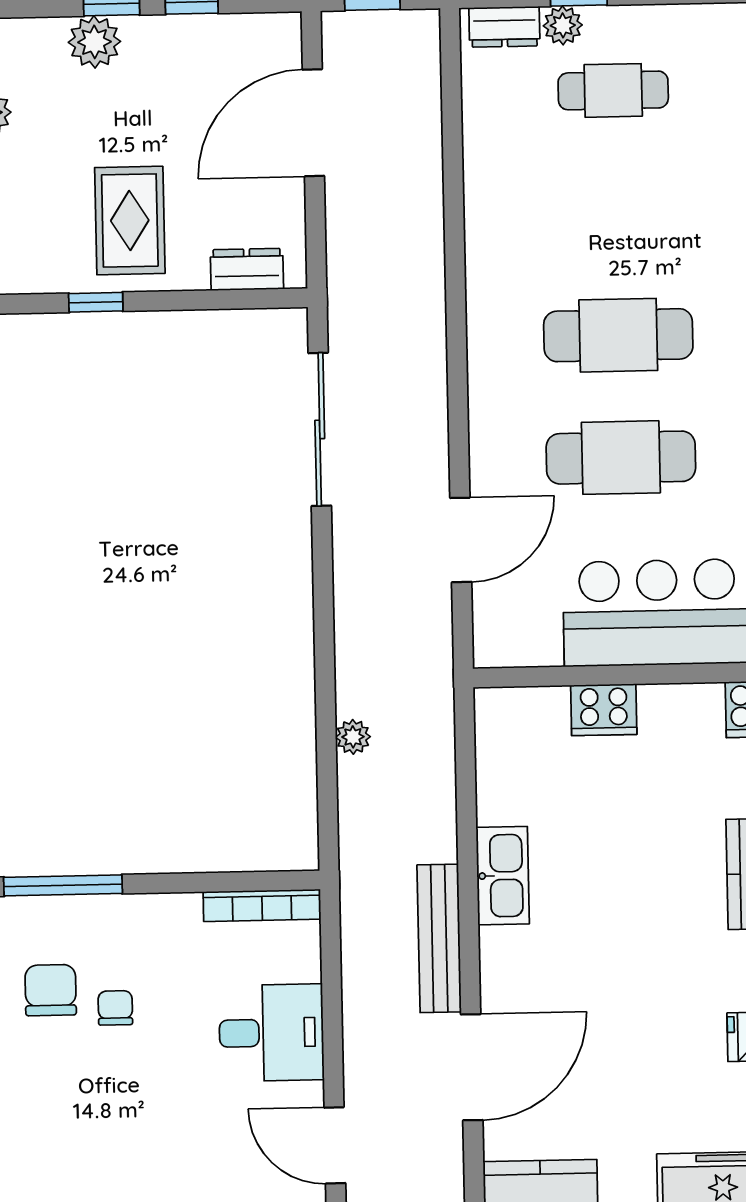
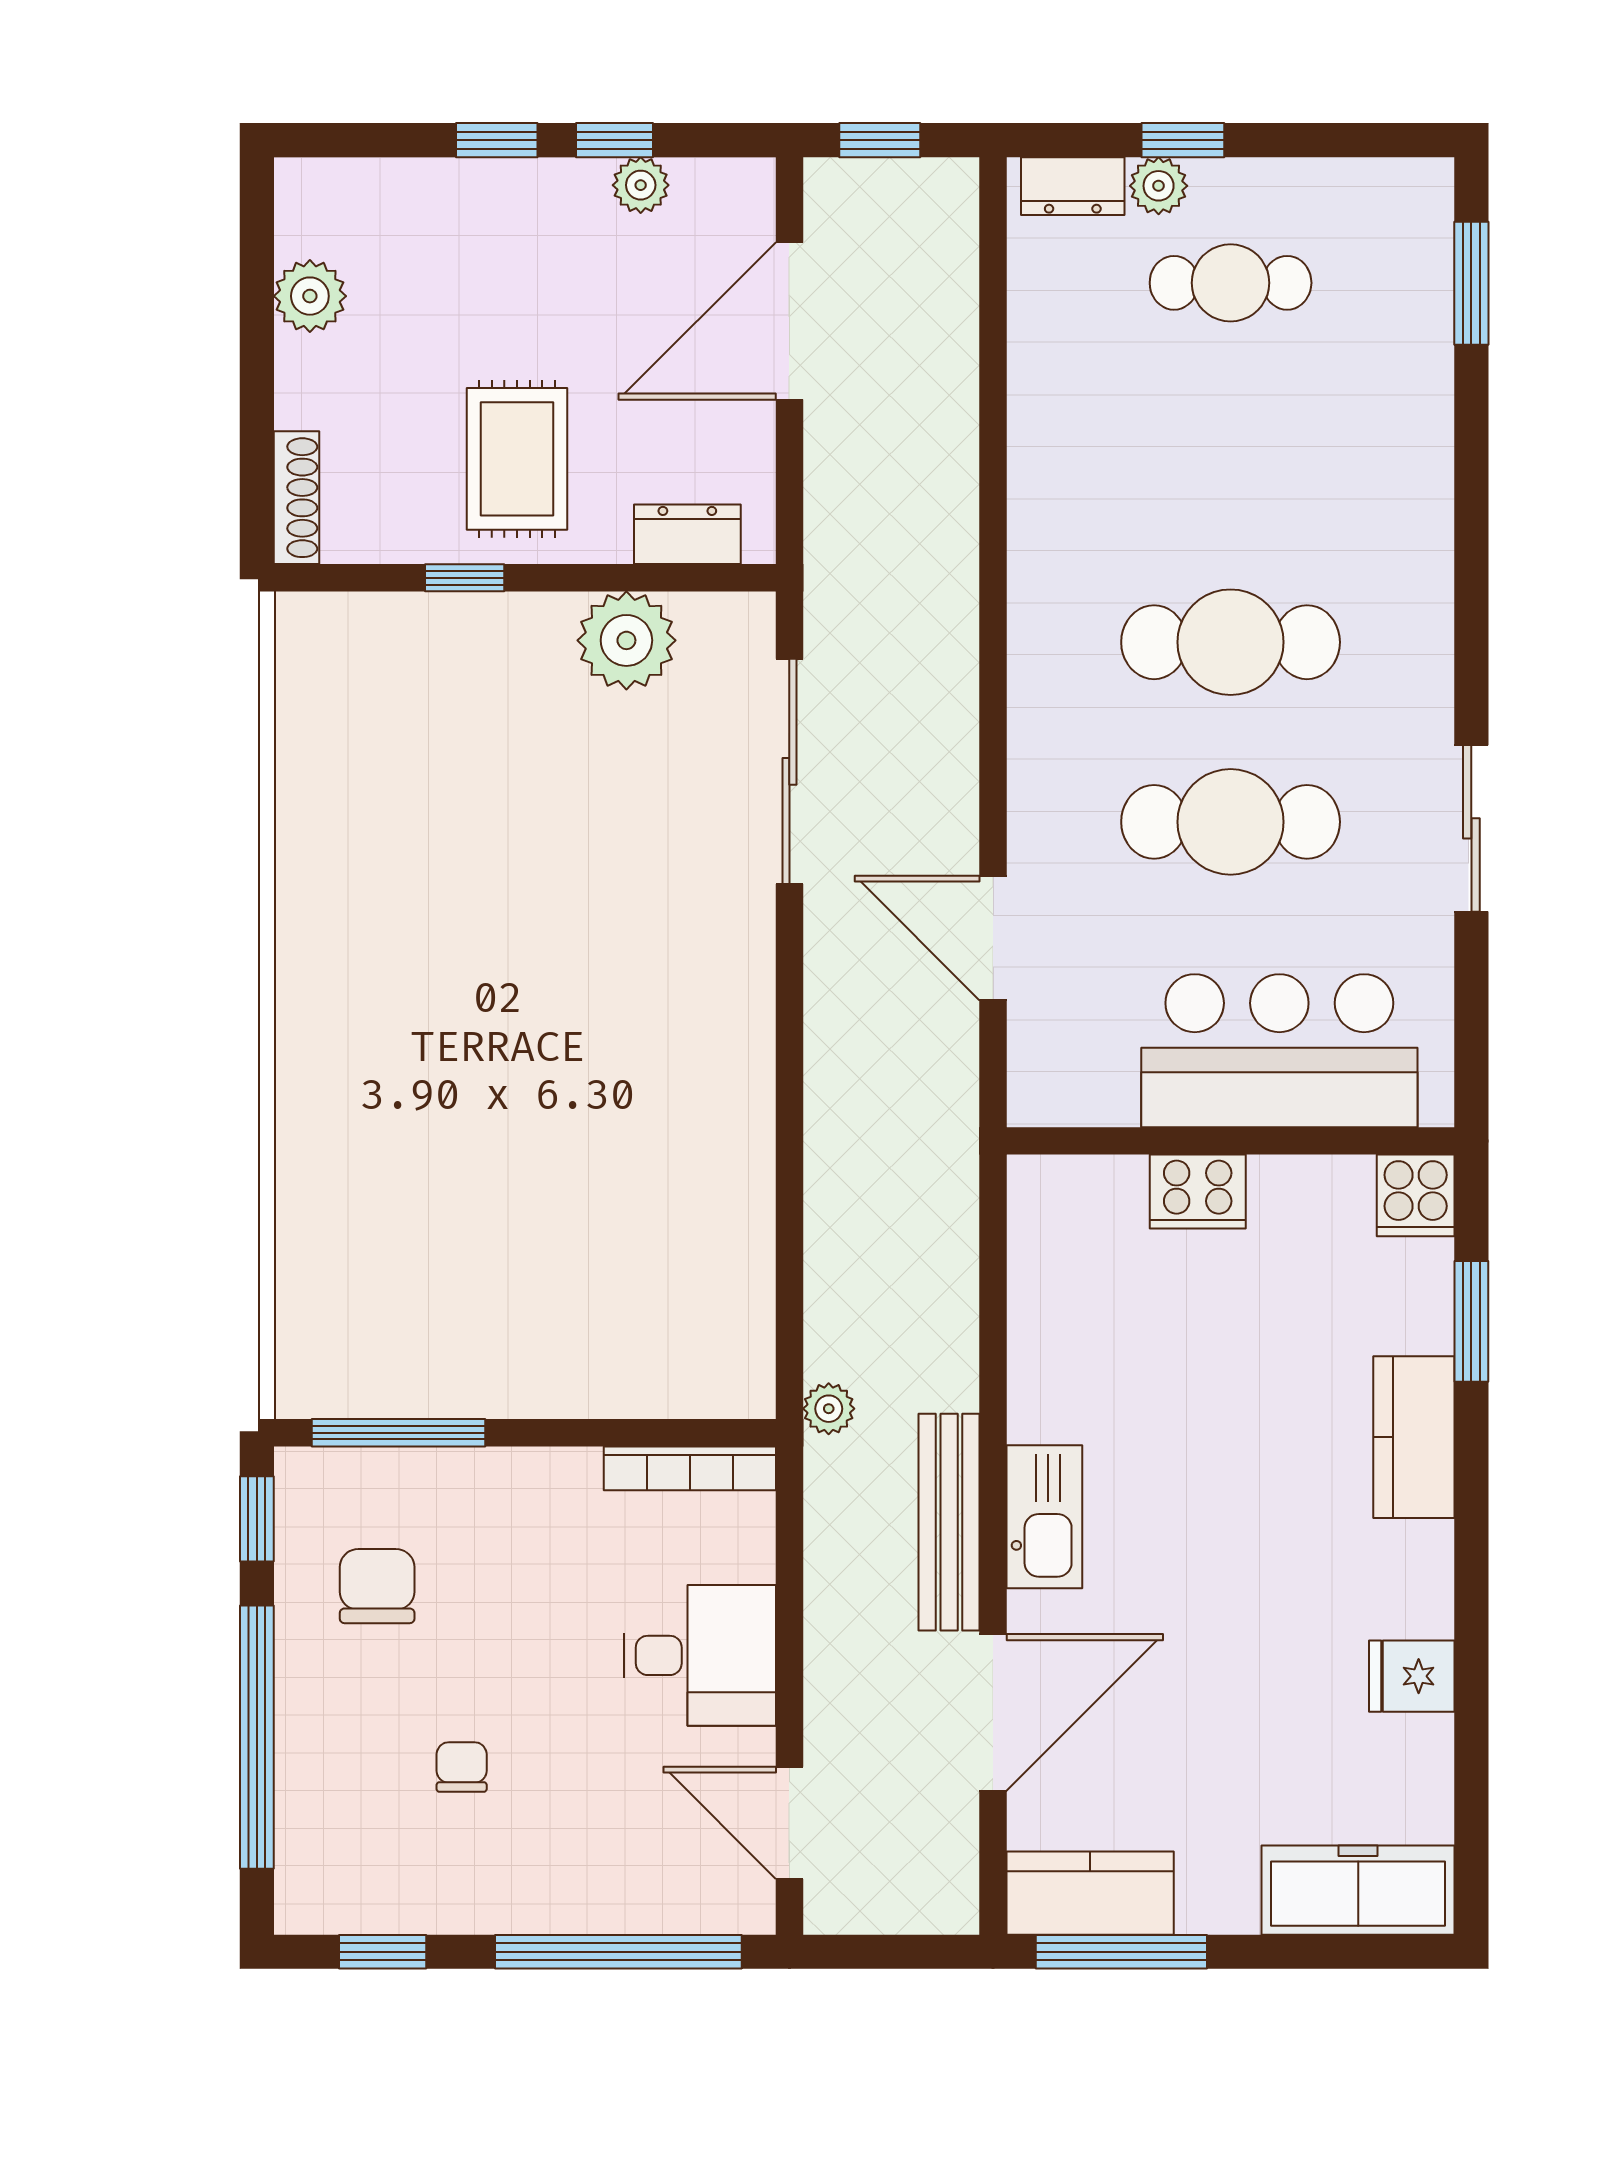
plant: (94, 42) -> (641, 185), moved, width x0.73, depth x0.73
plant: (207, 343) -> (626, 640), added
door: (461, 540) -> (993, 938), swing flipped
plant: (353, 737) -> (829, 1409), moved
kitchen sink: (503, 876) -> (1044, 1517), moved
chair: (115, 1008) -> (462, 1767), moved

